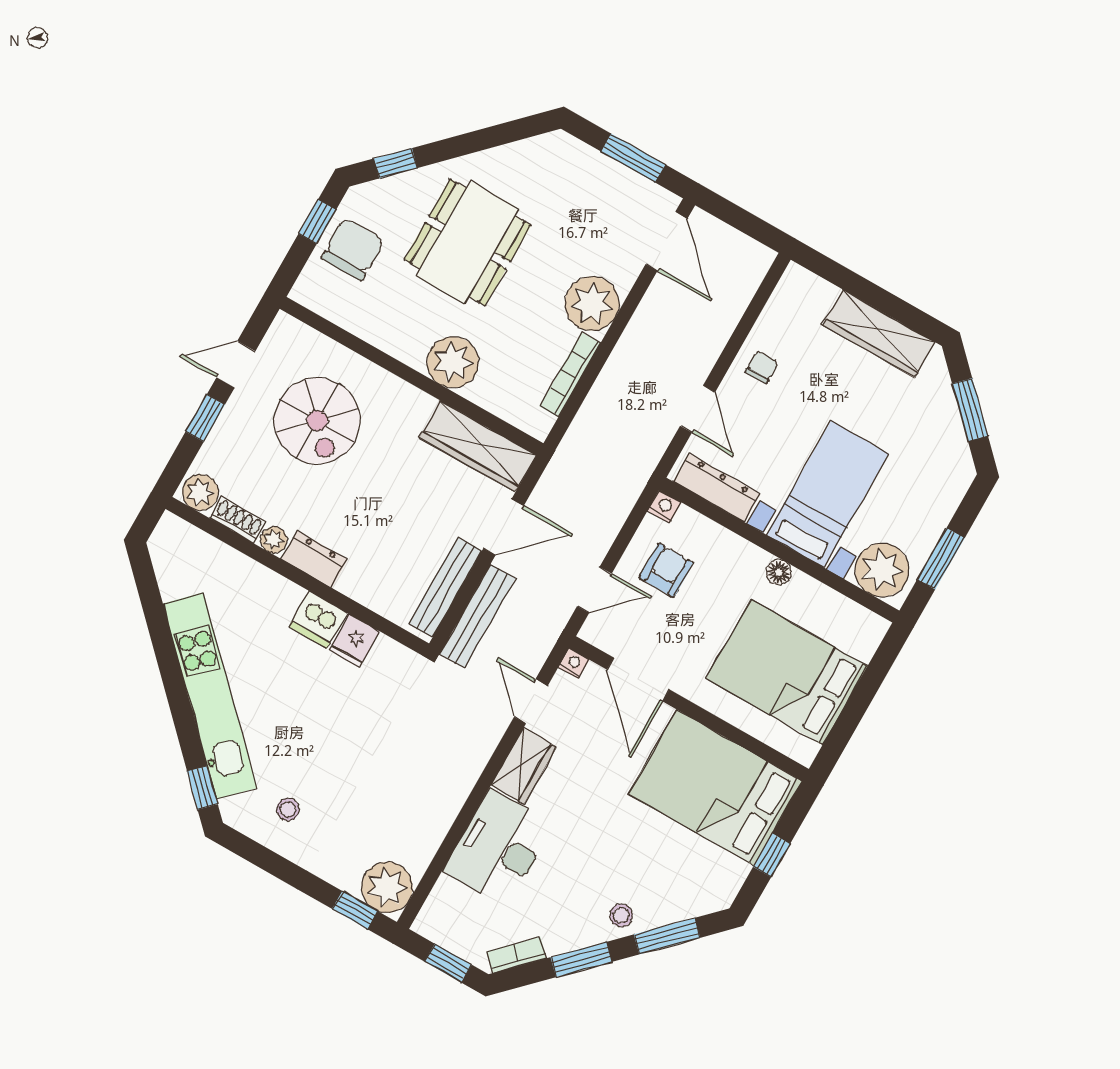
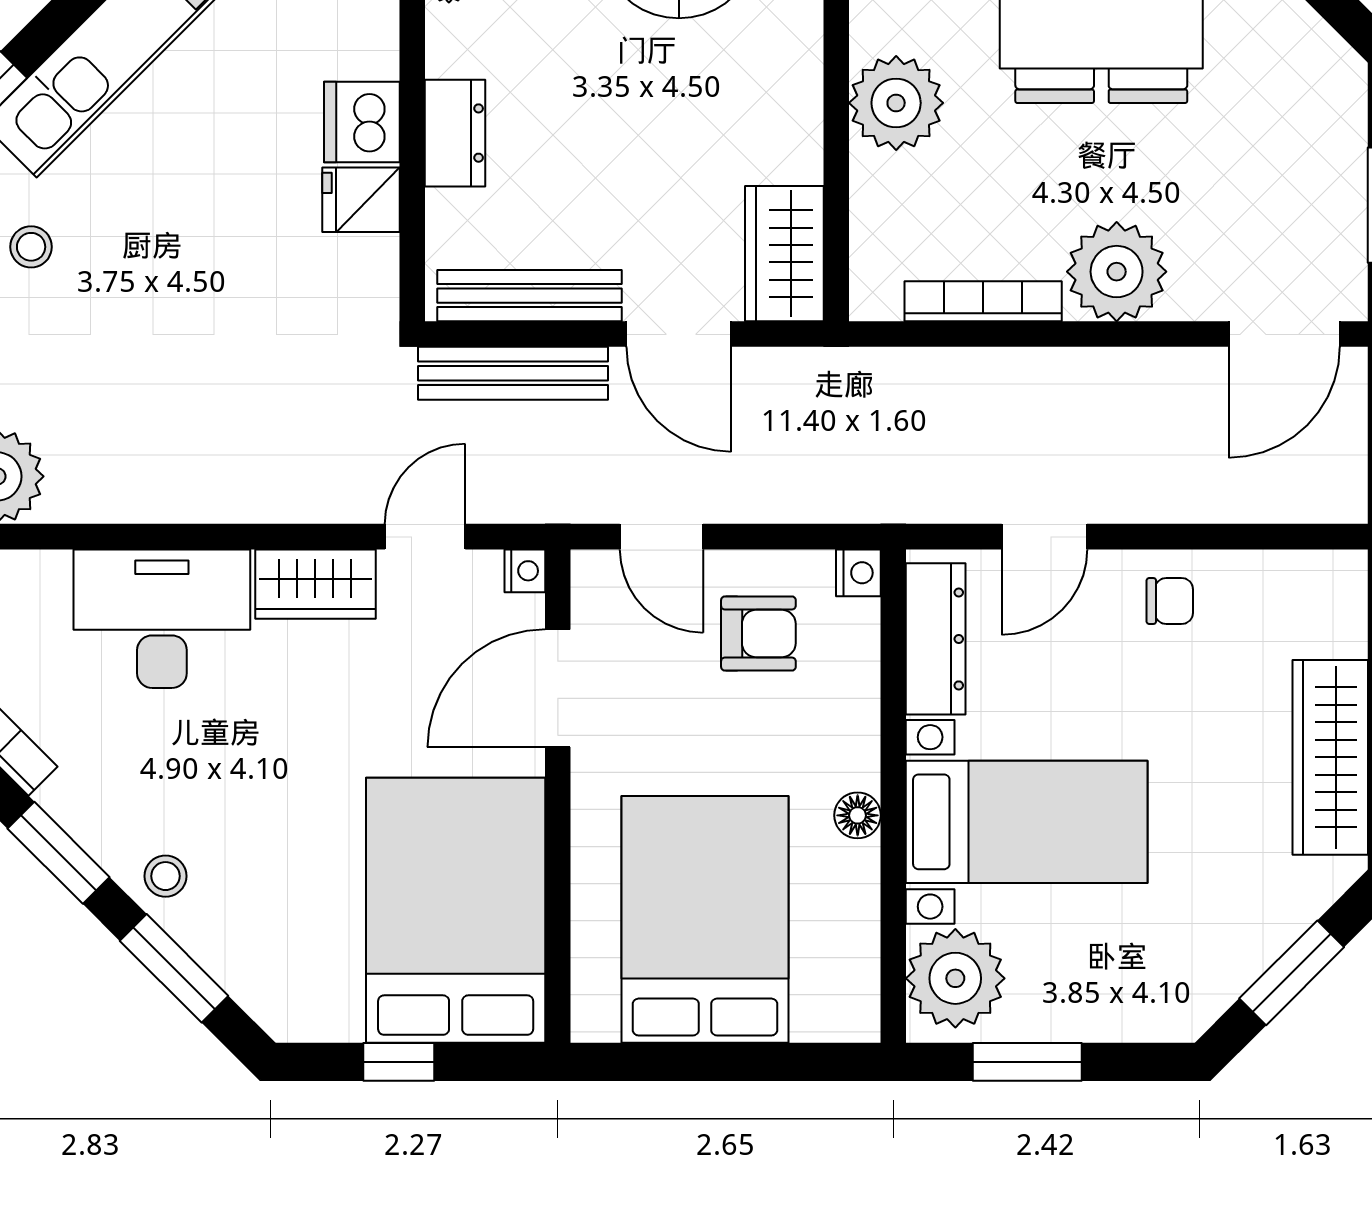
wardrobe: (478, 446) -> (784, 254), width x0.67
dresser: (314, 559) -> (455, 133), moved

